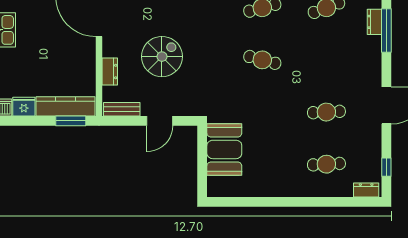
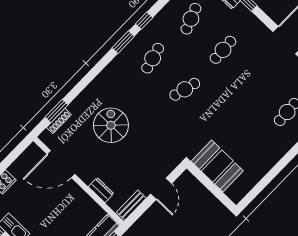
spiral stairs: (162, 57) -> (111, 125), moved
cafe table: (326, 112) -> (223, 50), moved

